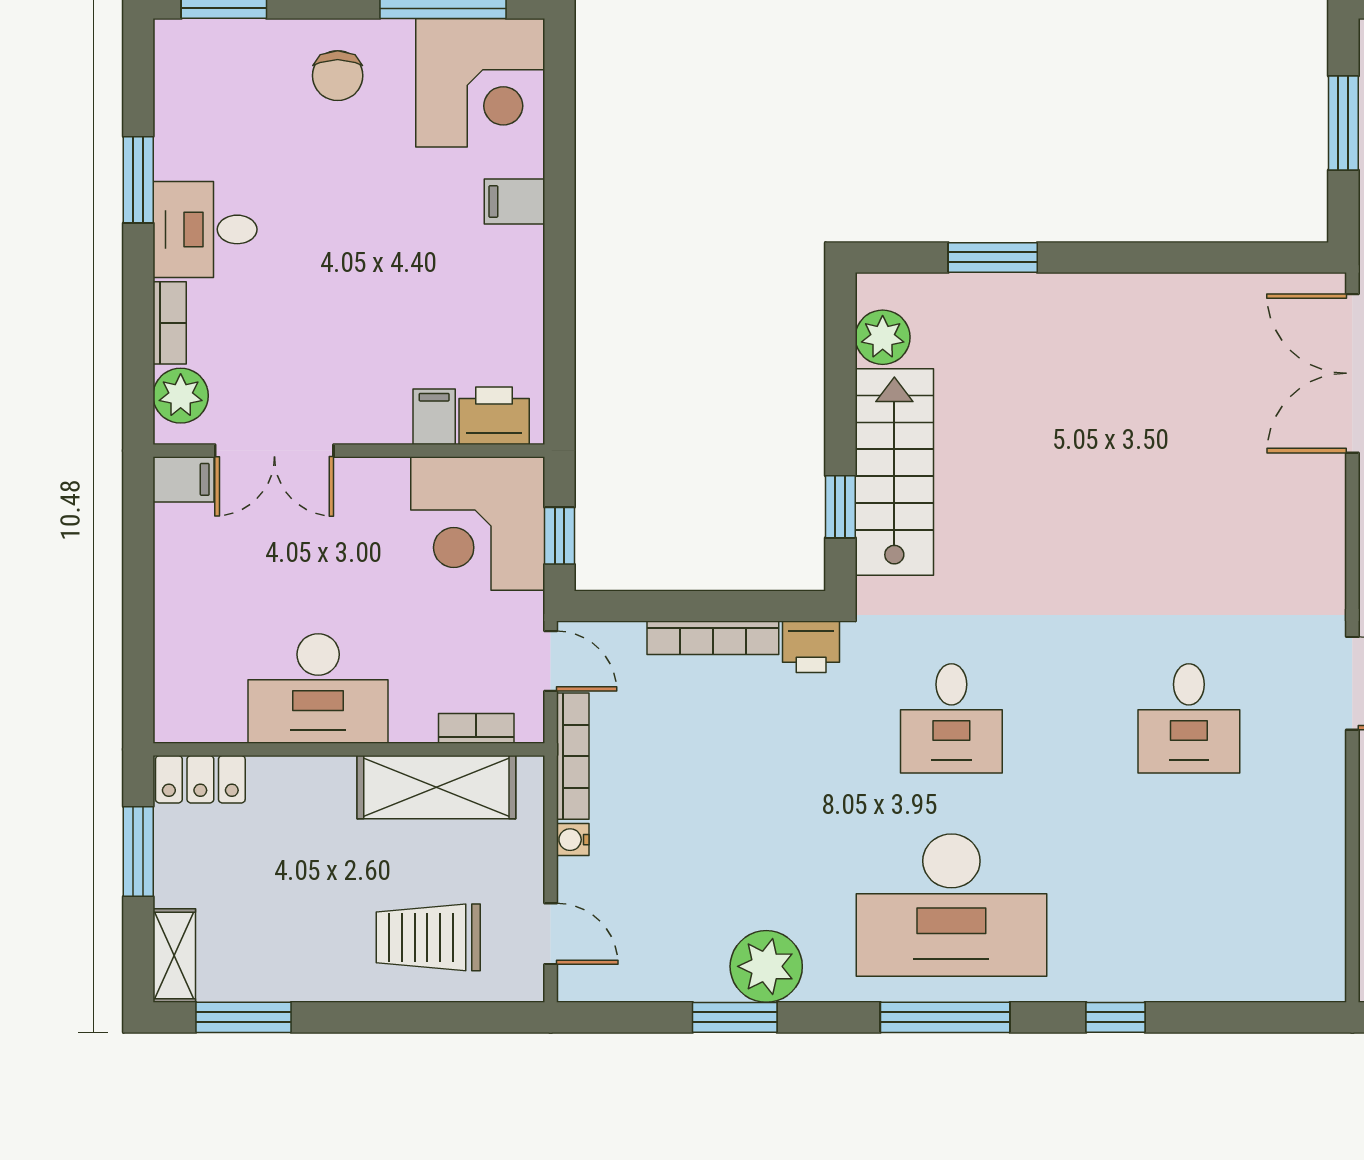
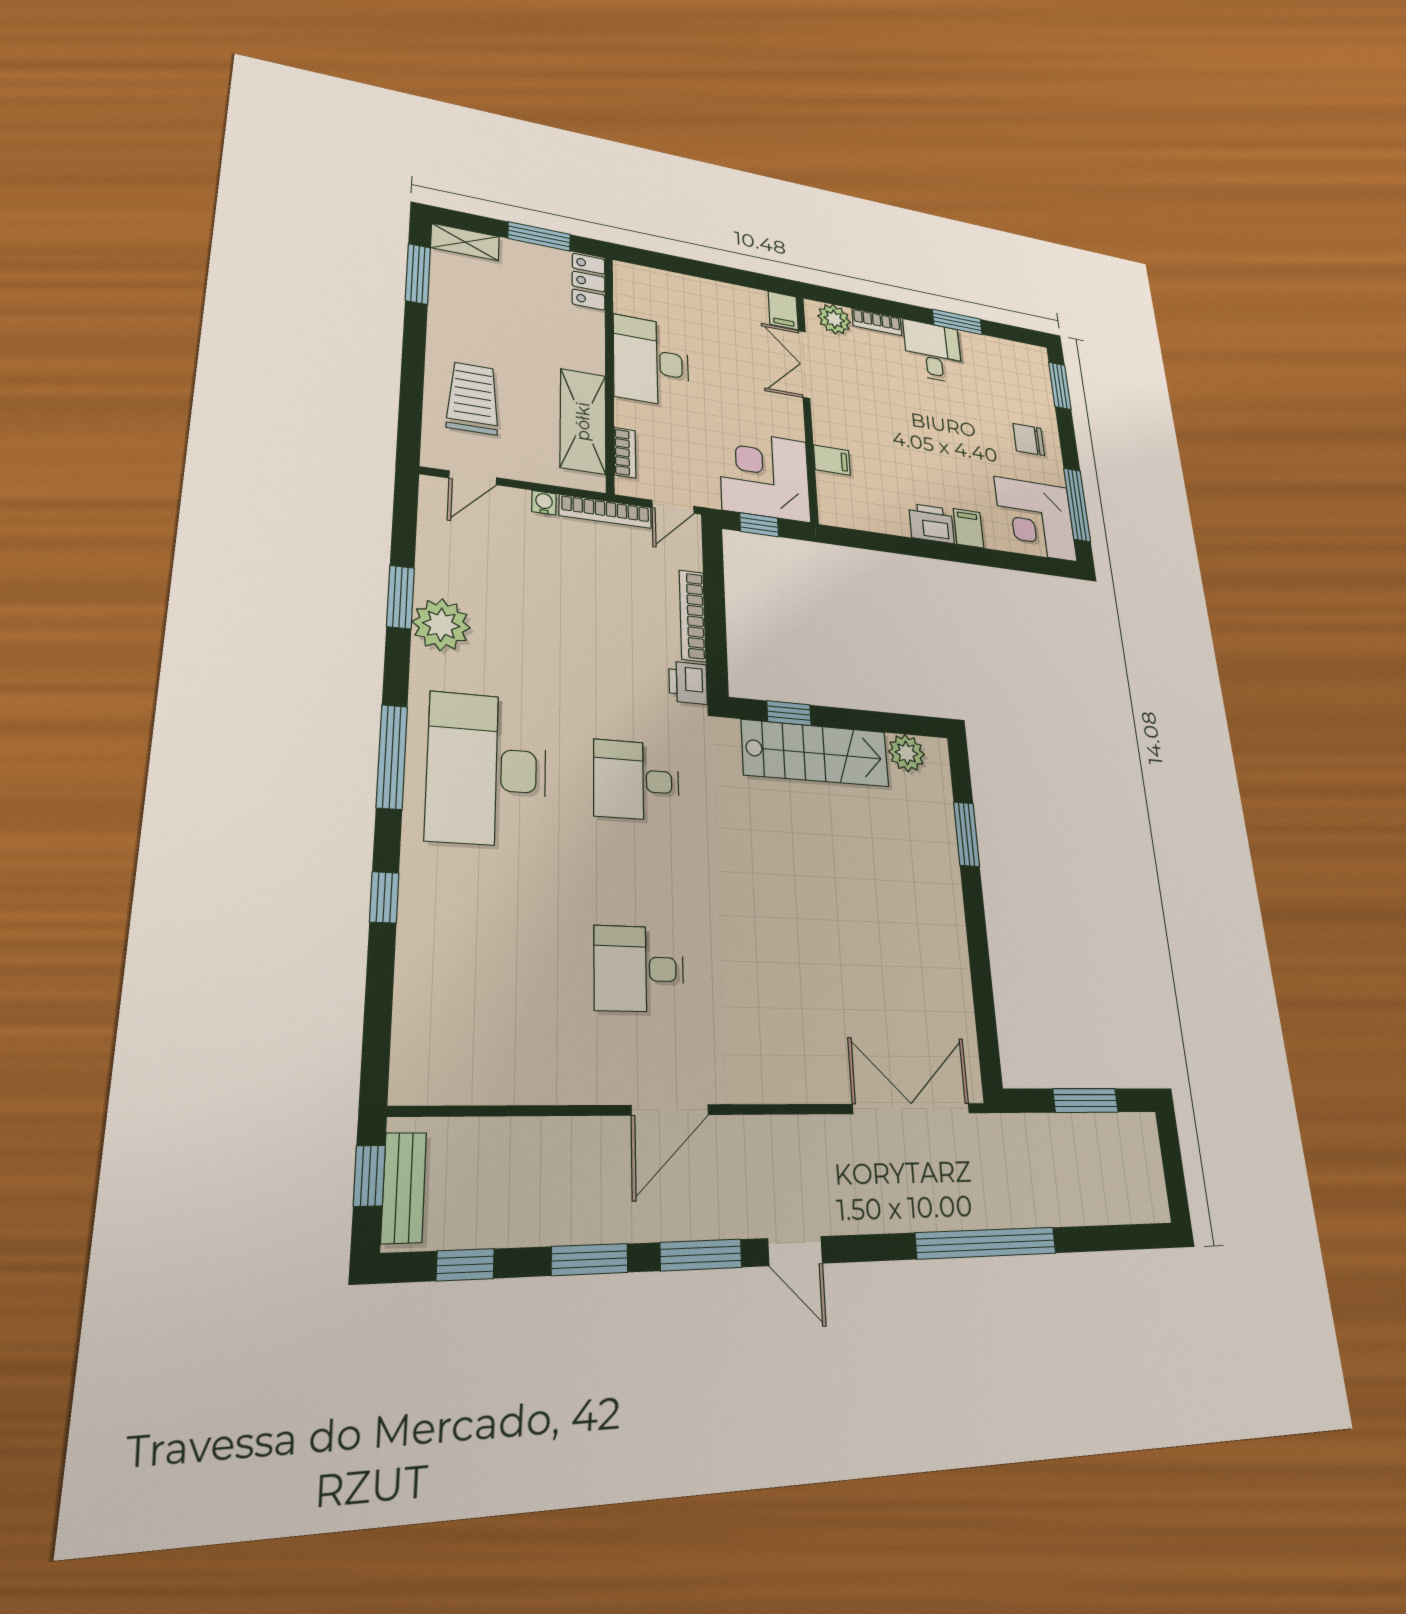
printer: (494, 416) -> (931, 523), moved, turned -90

